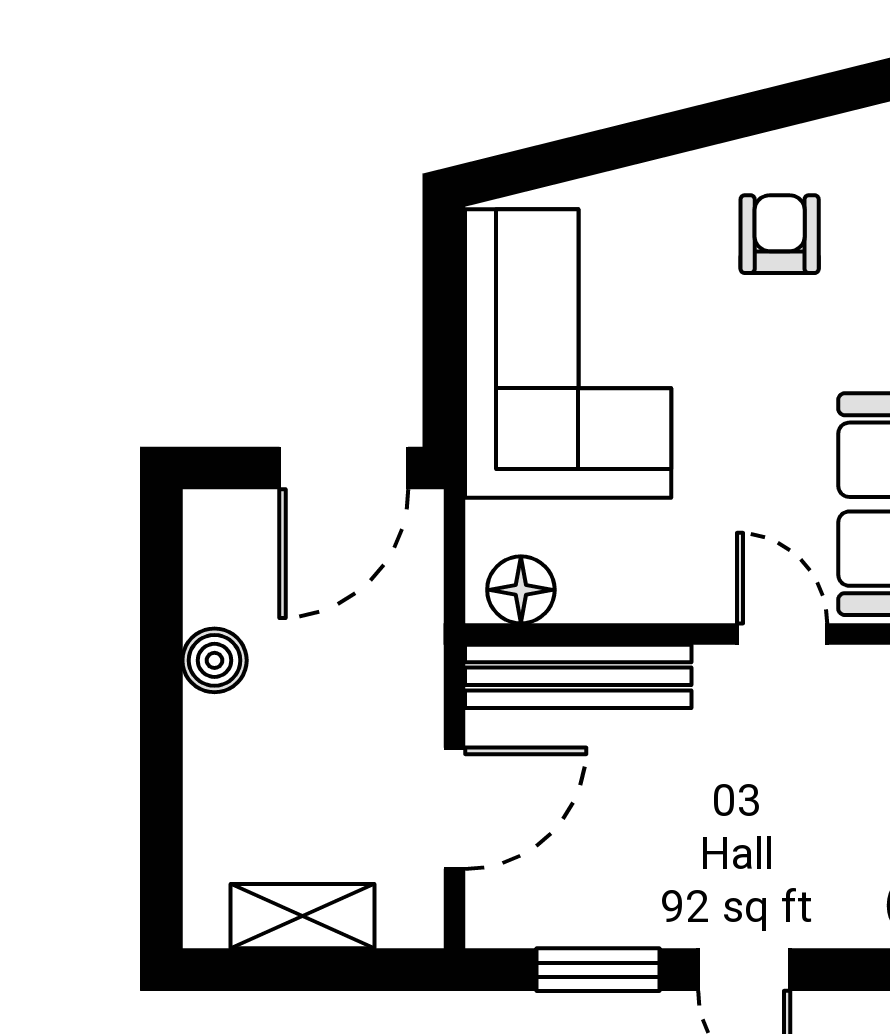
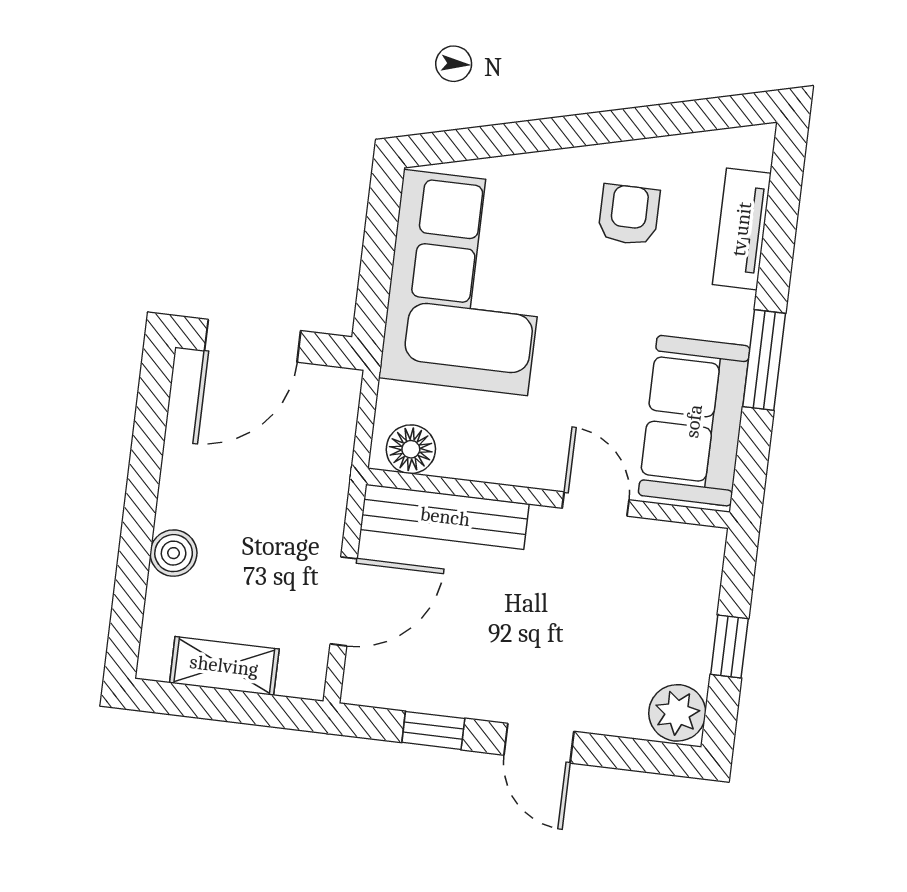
door: (344, 468) -> (253, 341), moved
boiler: (215, 660) -> (174, 553), moved
window: (598, 970) -> (433, 730), width x0.67

